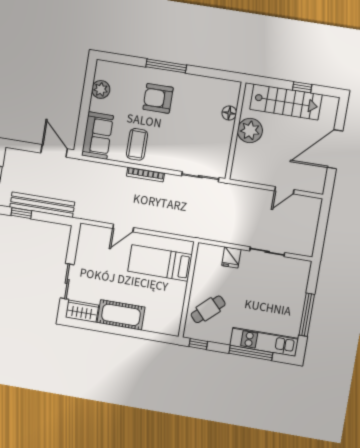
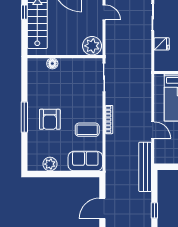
plant: (250, 130) -> (92, 46), moved
door: (54, 151) -> (102, 208), moved
bench: (42, 205) -> (145, 167), moved

